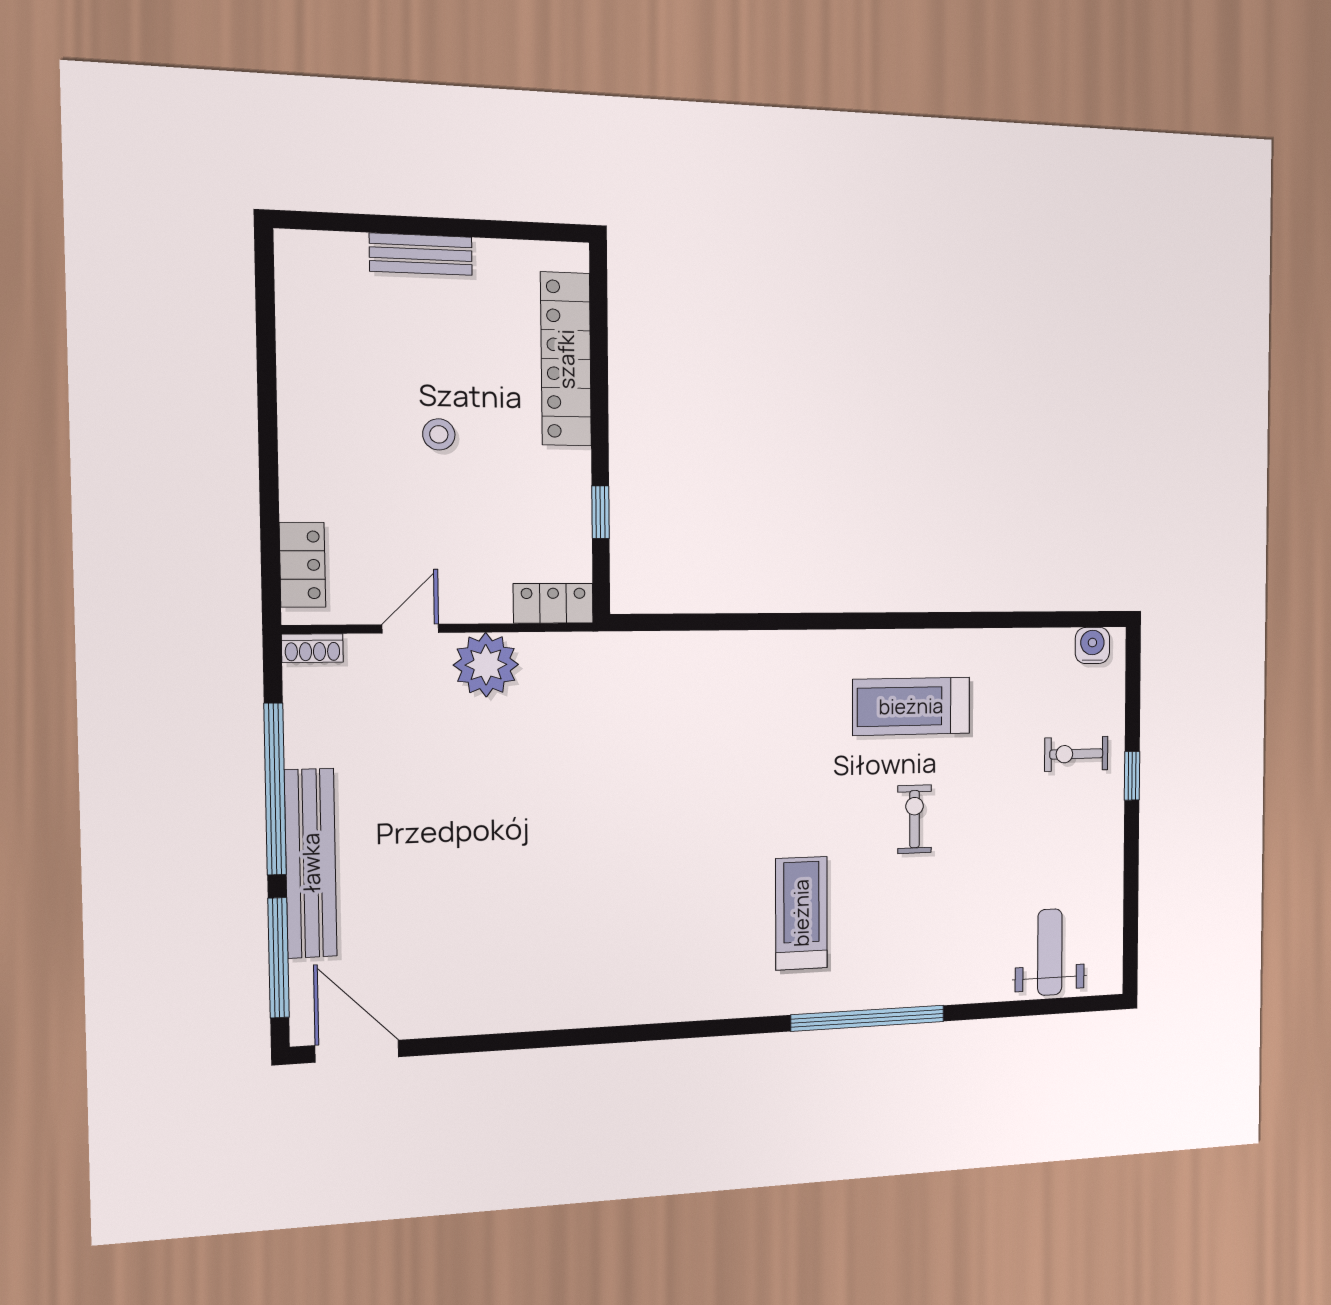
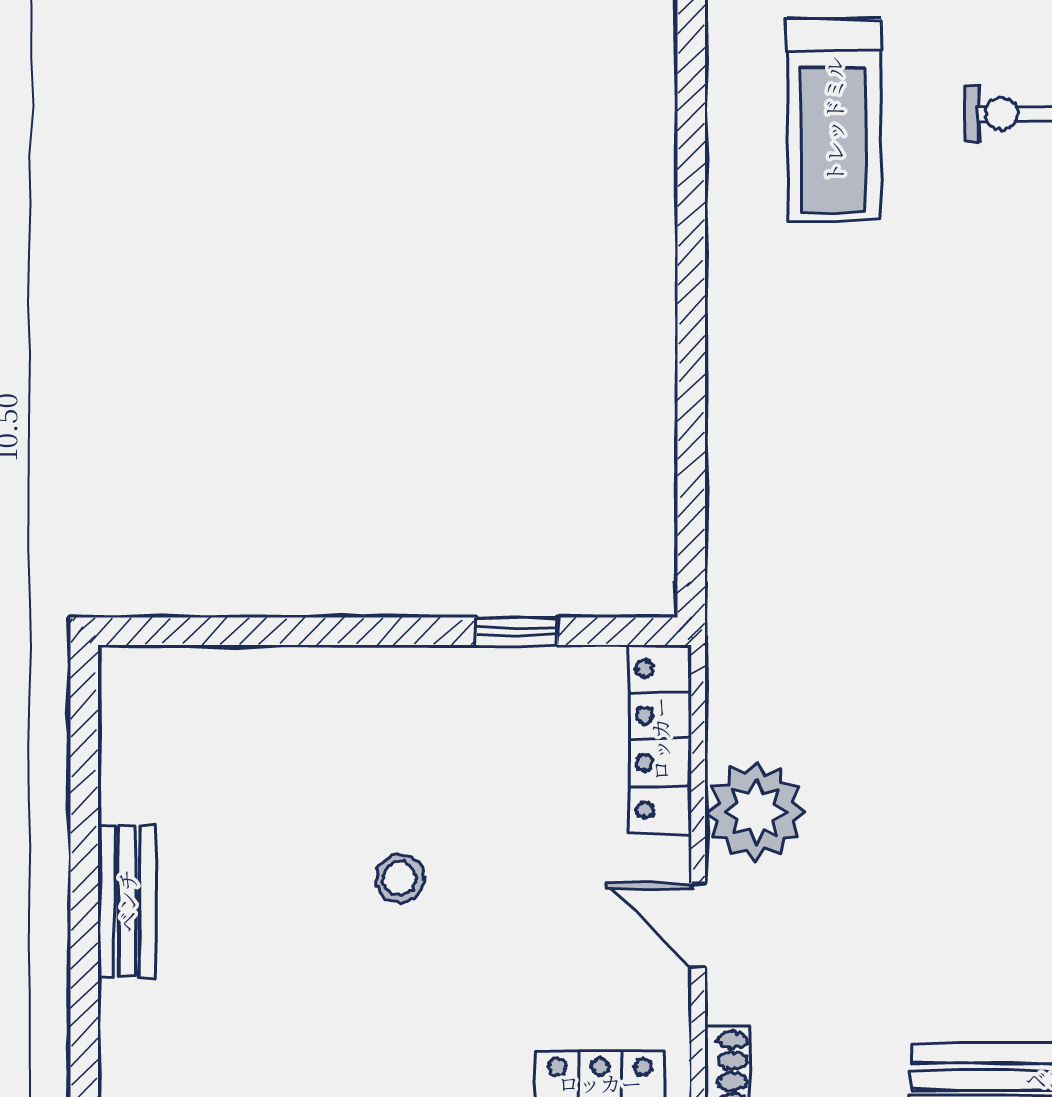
locker: (566, 359) -> (279, 683), removed
locker: (553, 603) -> (660, 739), width x1.53

